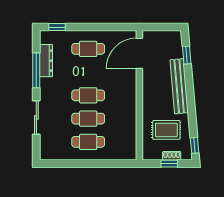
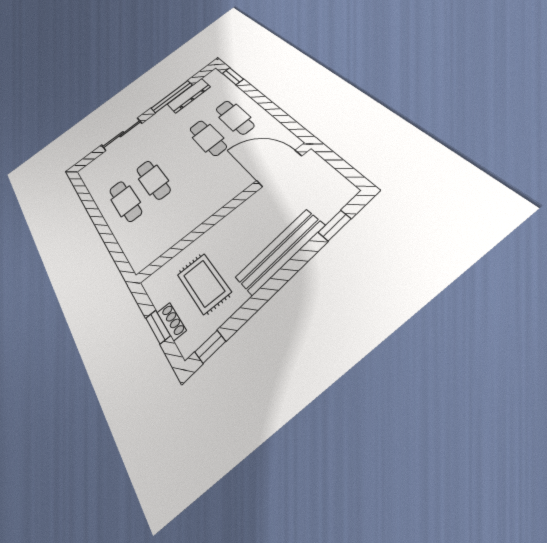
cafe table: (88, 95) -> (208, 138), moved

